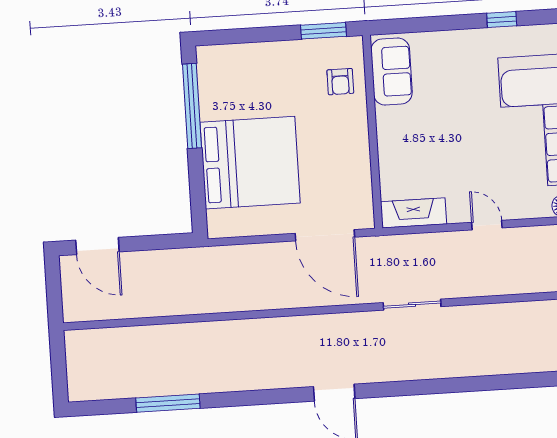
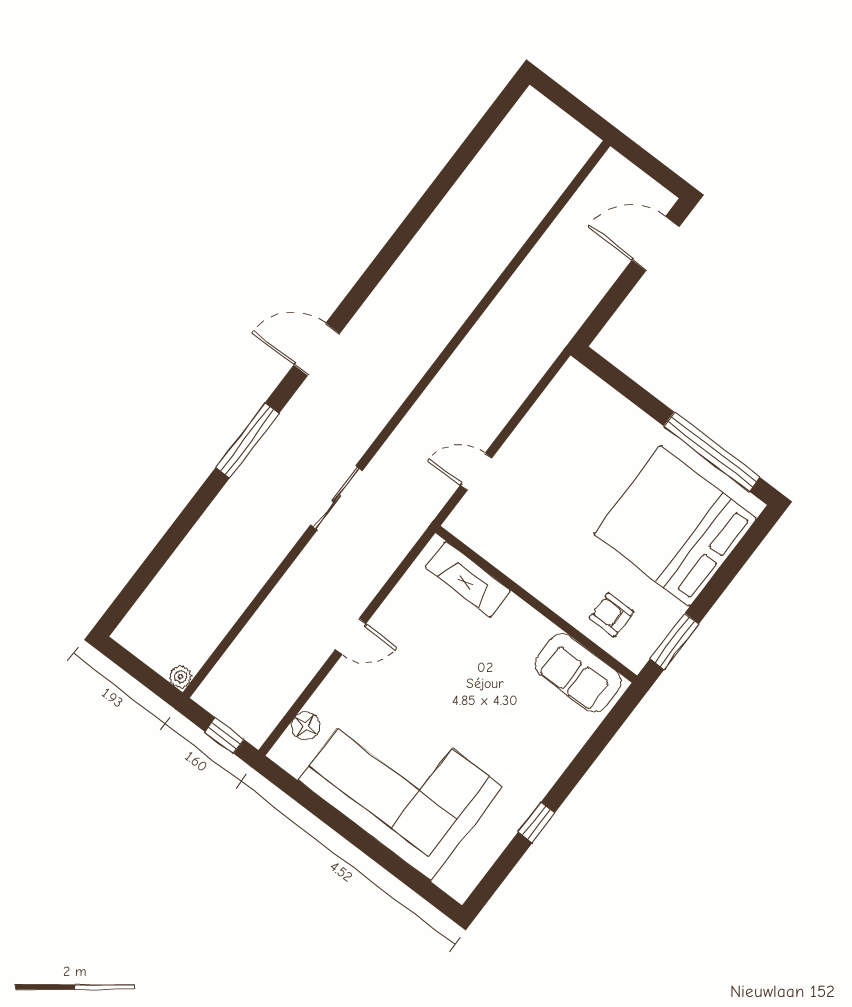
bed: (250, 163) -> (675, 526), moved, turned 90
fireplace: (414, 213) -> (468, 579), moved, turned 90
door: (325, 235) -> (476, 472), width x0.53
window: (168, 403) -> (247, 440), moved

